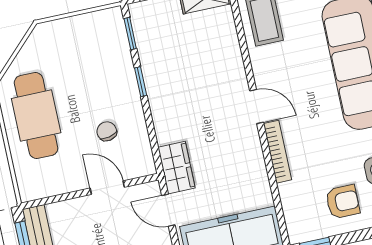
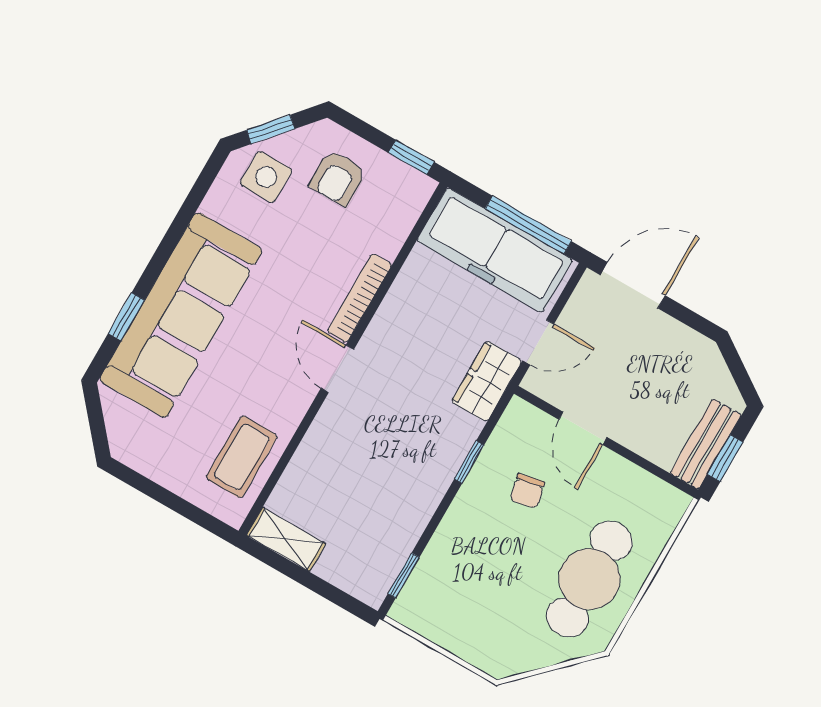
window: (141, 82) -> (469, 462), moved
armchair: (343, 202) -> (338, 178), turned -90
door: (168, 210) -> (538, 342), hinge flipped

